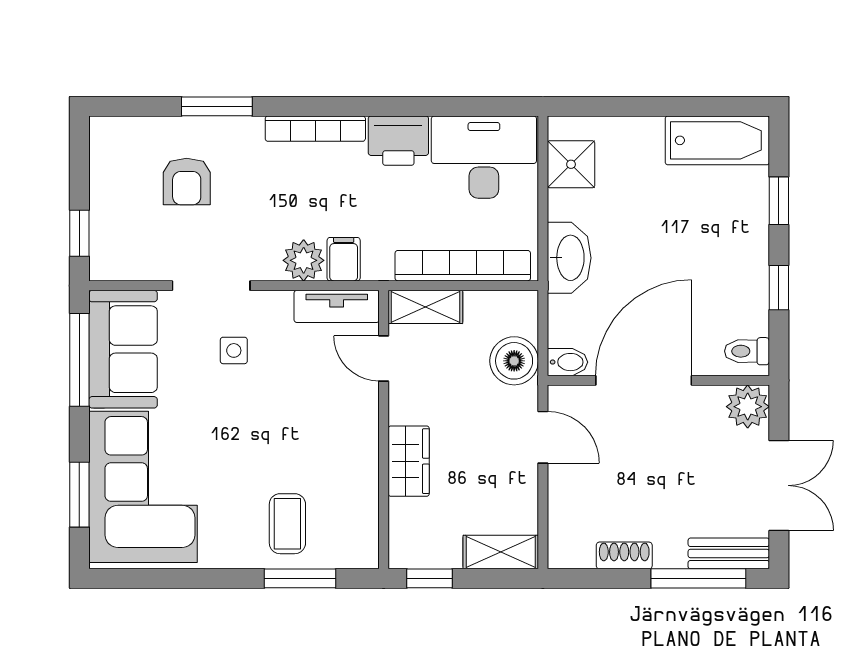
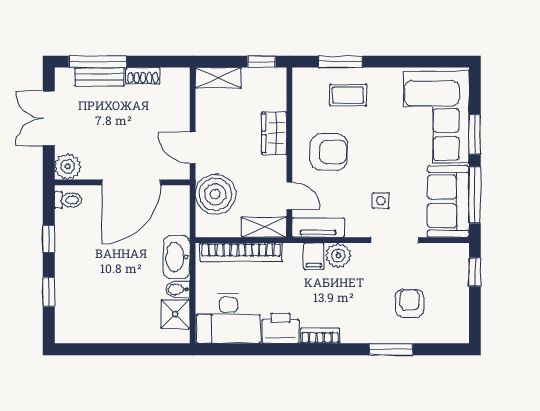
bookcase: (315, 129) -> (320, 336), width x0.64
bathtub: (717, 140) -> (86, 329), removed
boiler: (514, 361) -> (215, 194), width x1.37, depth x1.37
bidet: (568, 362) -> (177, 289), moved
armchair: (319, 430) -> (329, 152), added
window: (79, 495) -> (475, 134), moved
coffee table: (287, 524) -> (348, 95), turned 90
bench: (729, 553) -> (99, 77), moved

